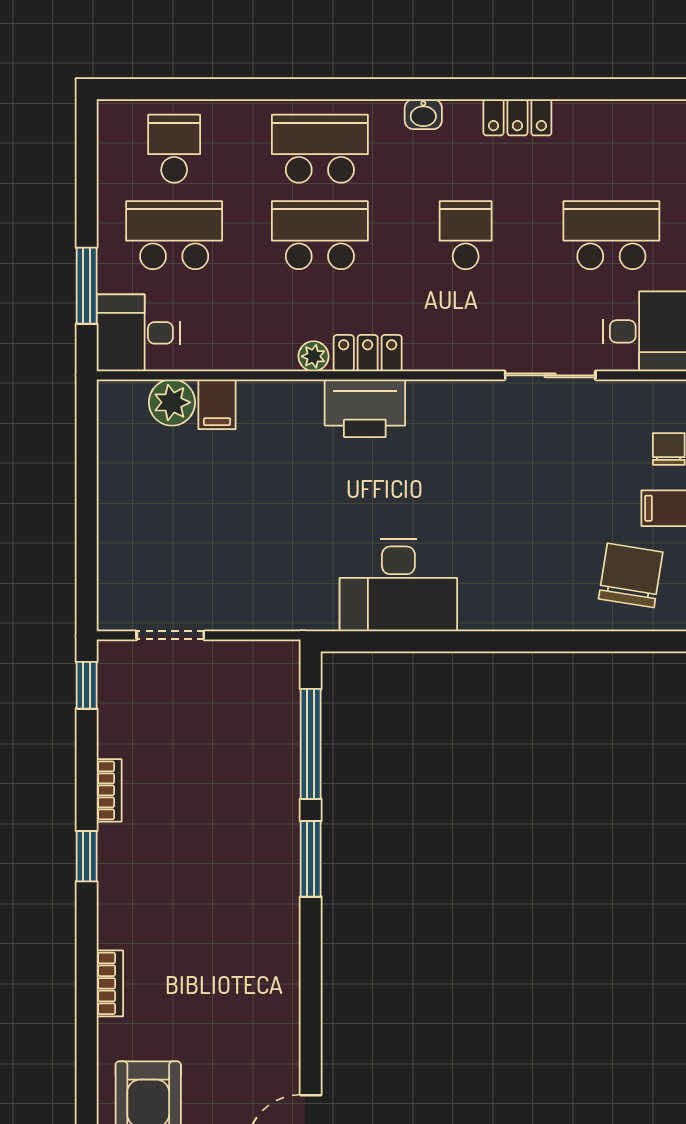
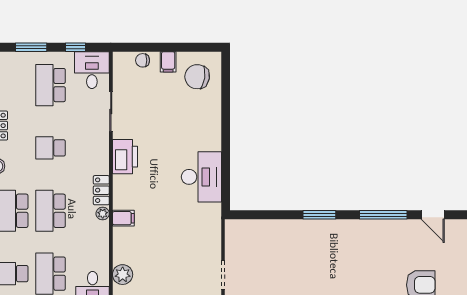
filing cabinet: (217, 404) -> (123, 218), moved
printer: (365, 408) -> (125, 157), moved
window: (311, 744) -> (383, 215), moved

